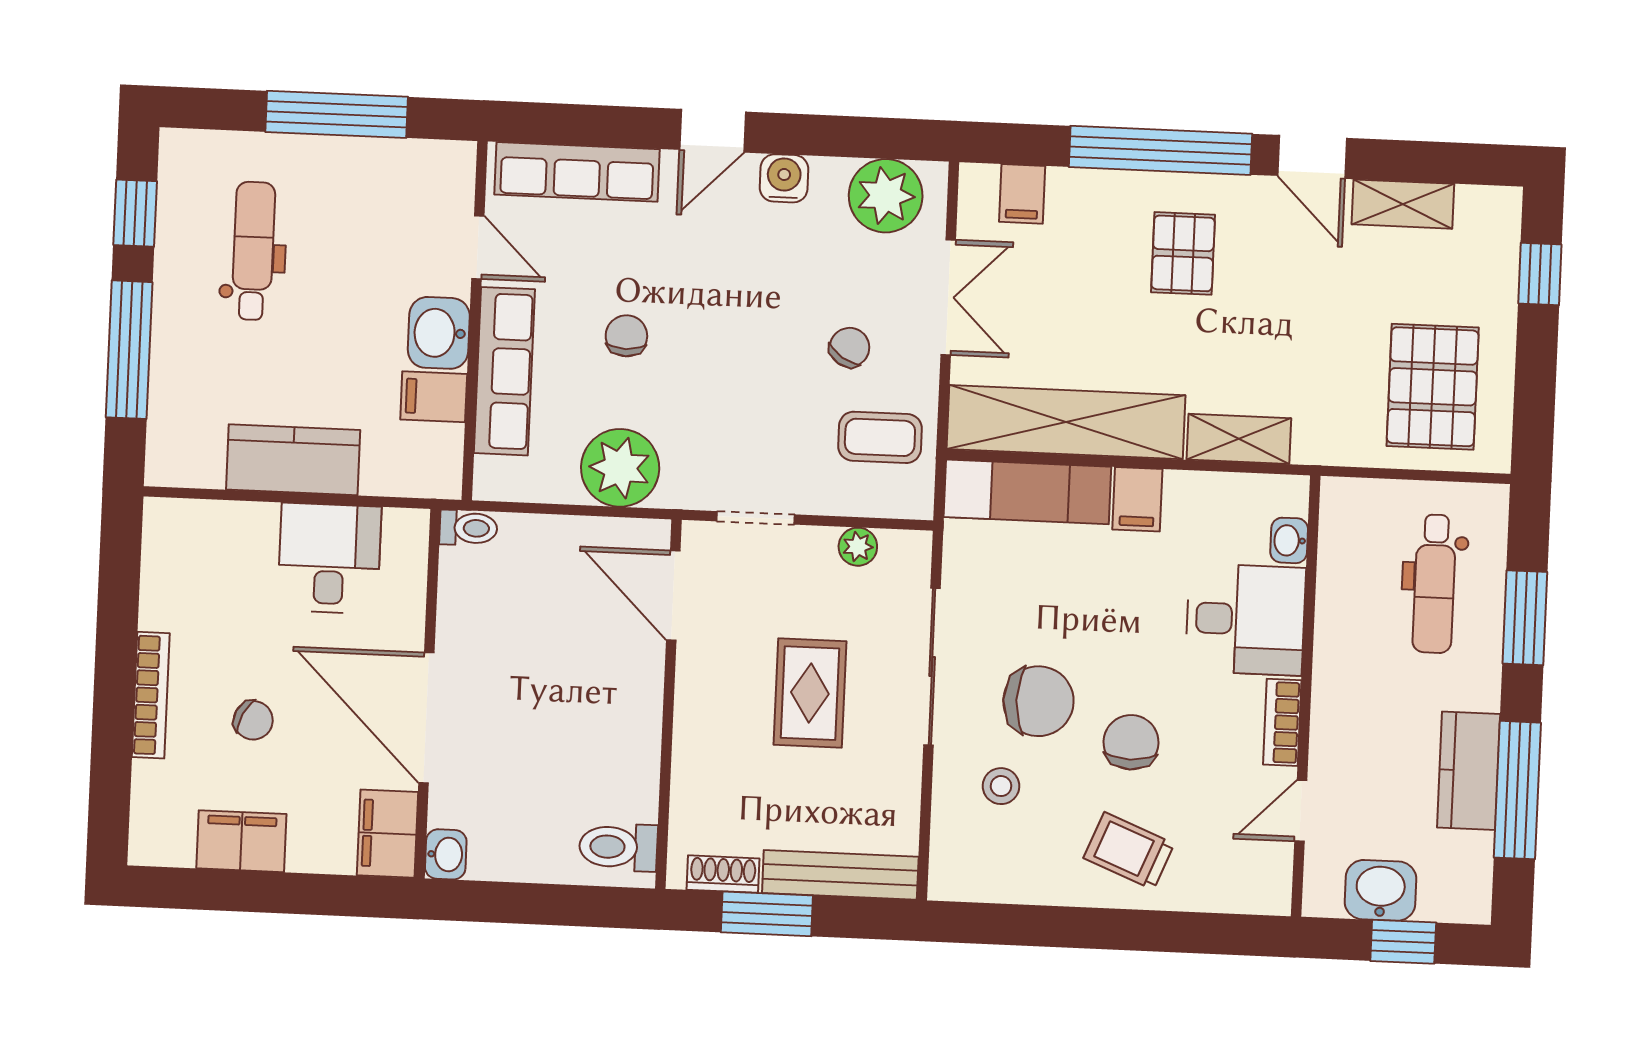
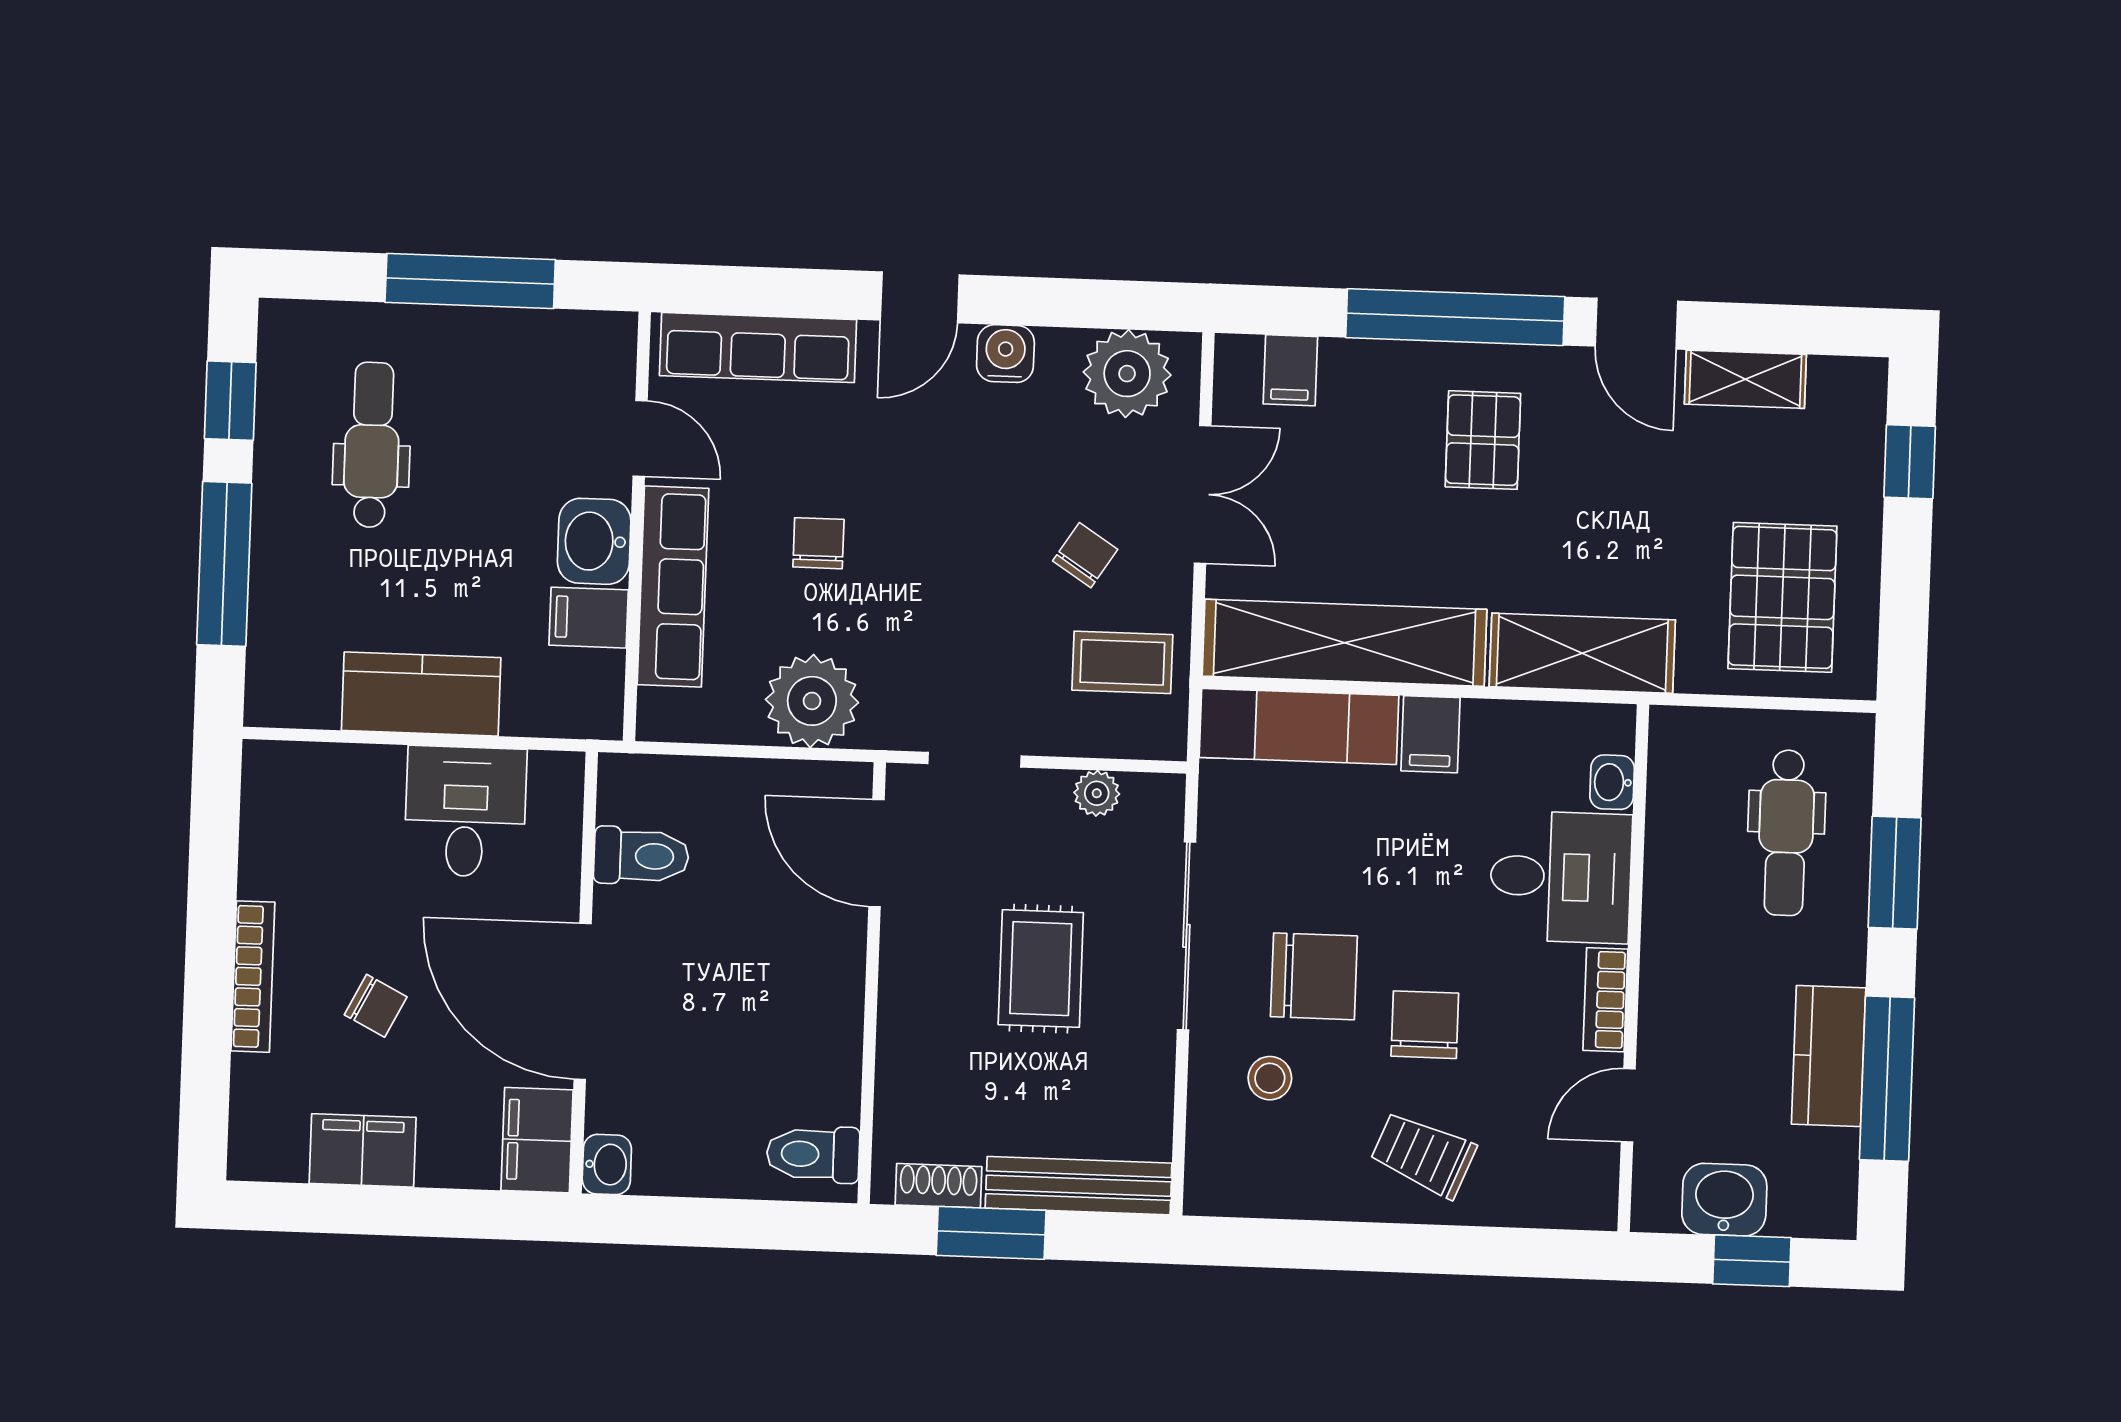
shelving: (1239, 439) -> (1582, 653), width x1.50, depth x1.33
toilet: (468, 528) -> (641, 856), moved, width x1.37, depth x1.39

